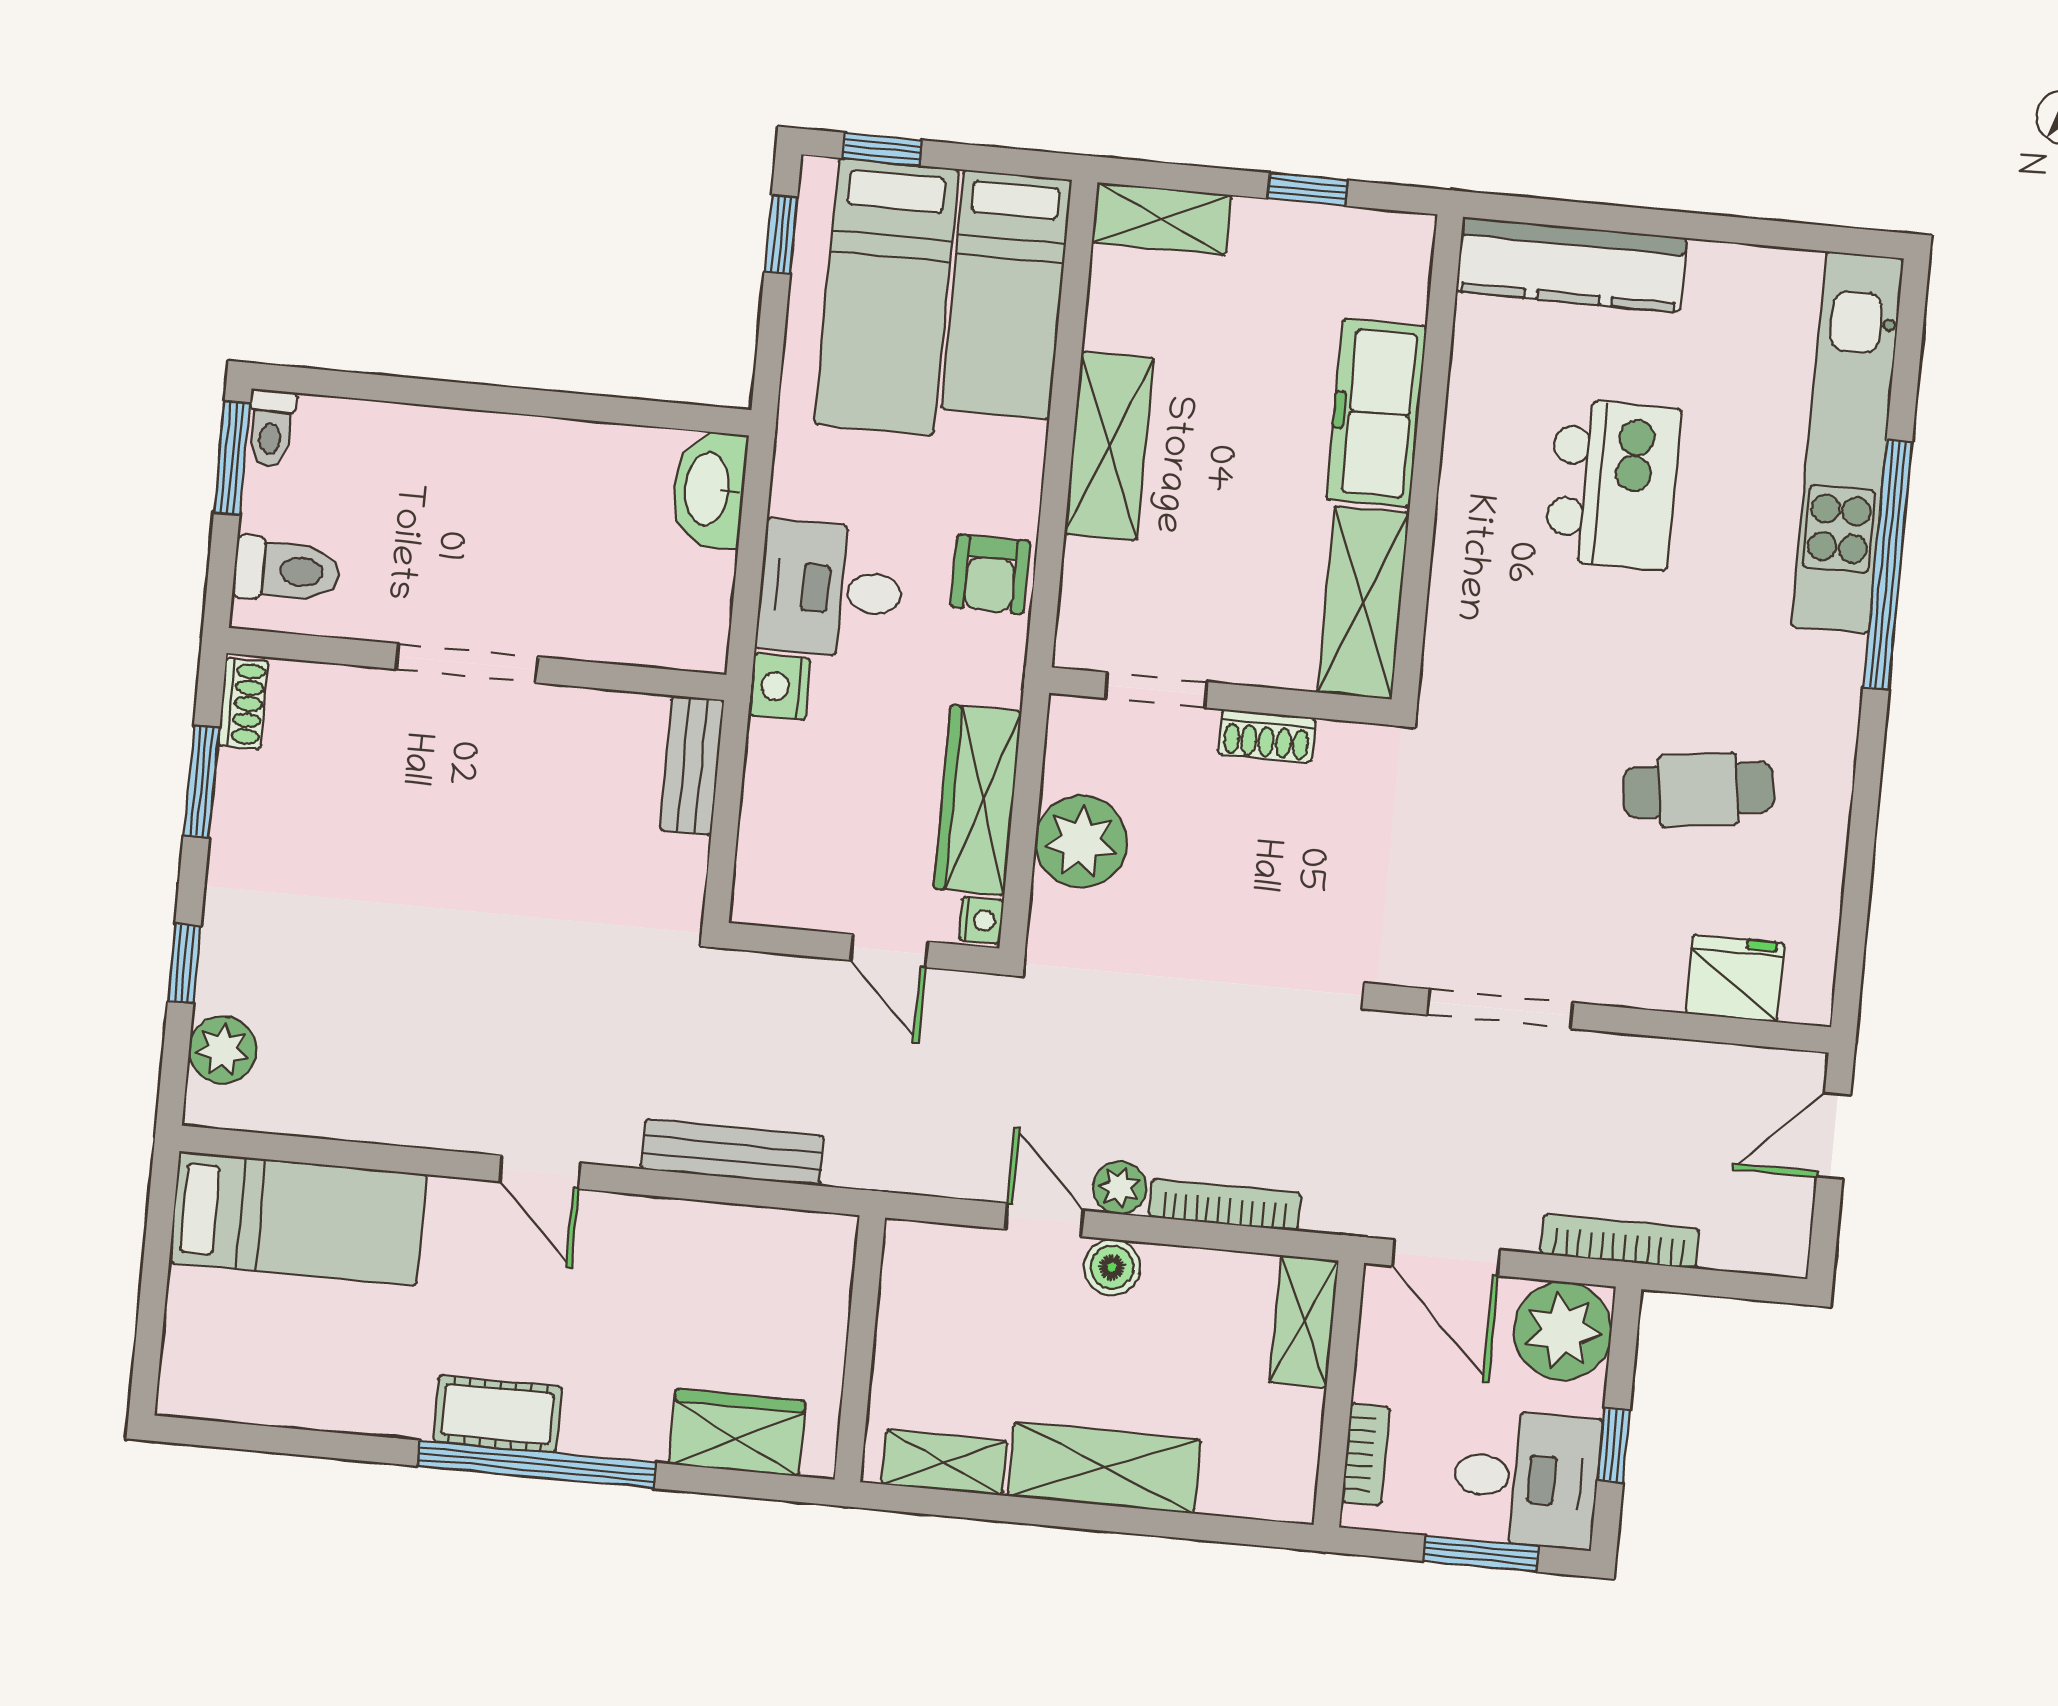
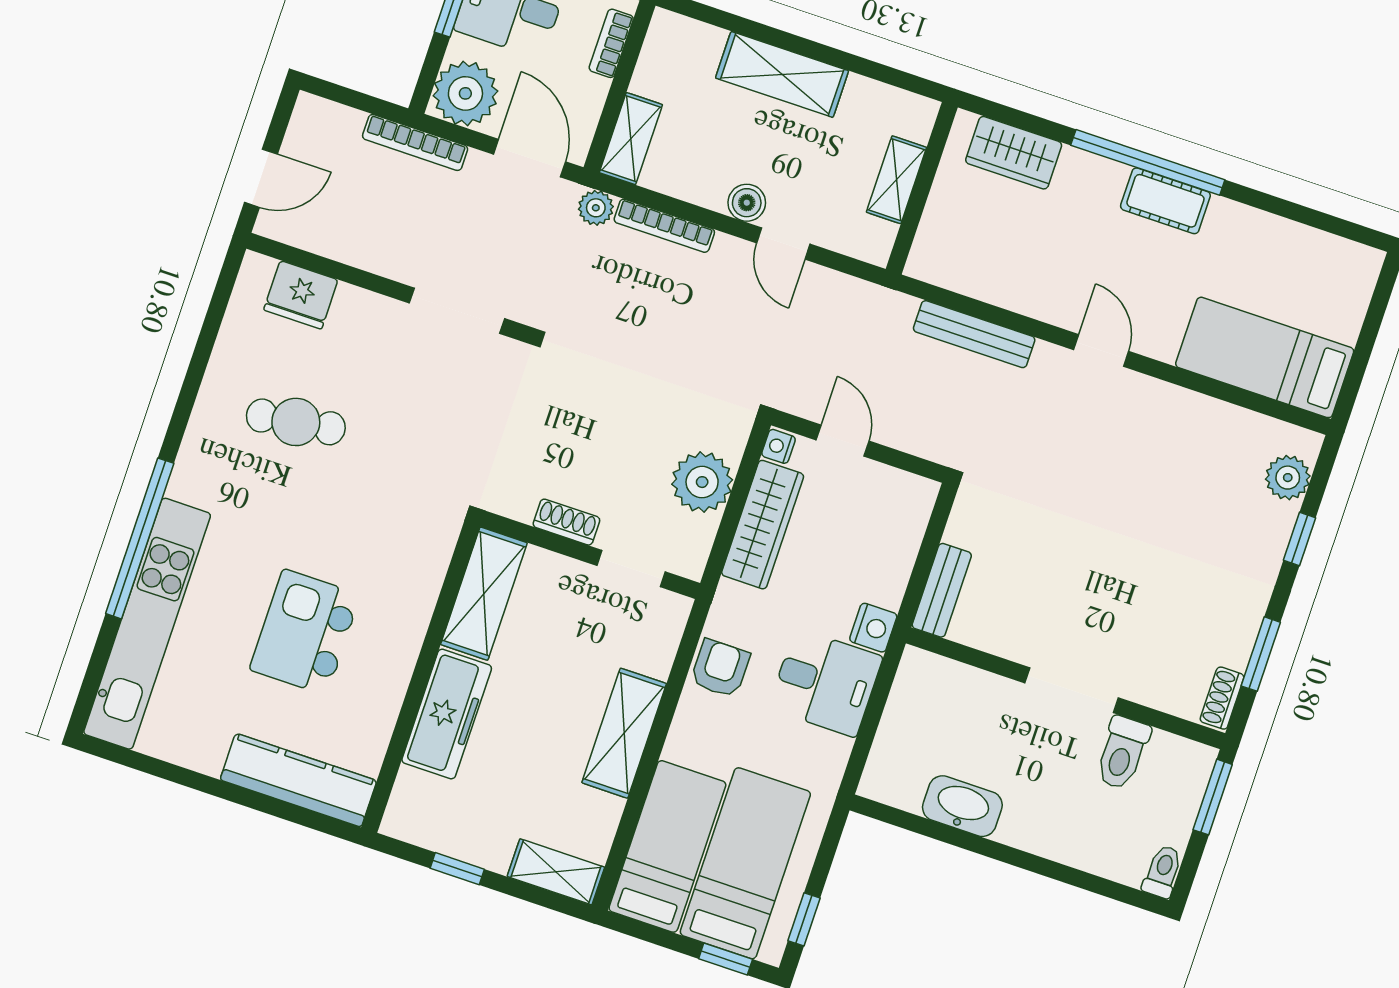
window: (232, 458) -> (1213, 797), moved
washbasin: (709, 489) -> (962, 806), moved, turned -90
toilet: (287, 570) -> (1122, 753), moved, turned -90
plant: (1119, 1188) -> (596, 208), moved
shelving: (944, 1463) -> (896, 180), moved, turned 90

